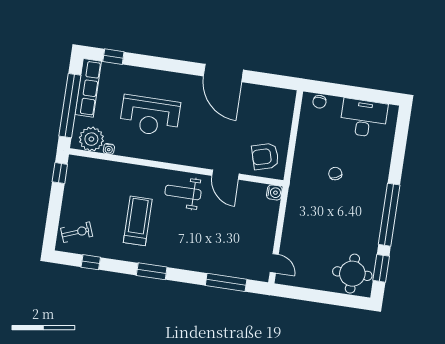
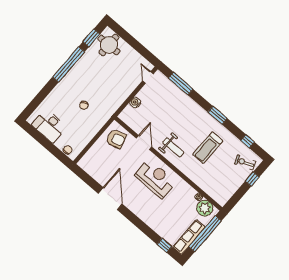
reception desk: (150, 116) -> (155, 179), moved
window: (60, 173) -> (252, 179), moved
water cooler: (274, 192) -> (135, 102), moved

